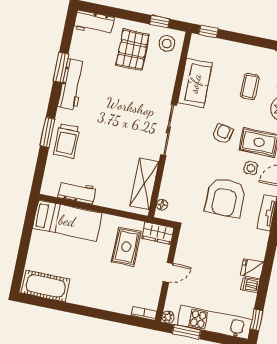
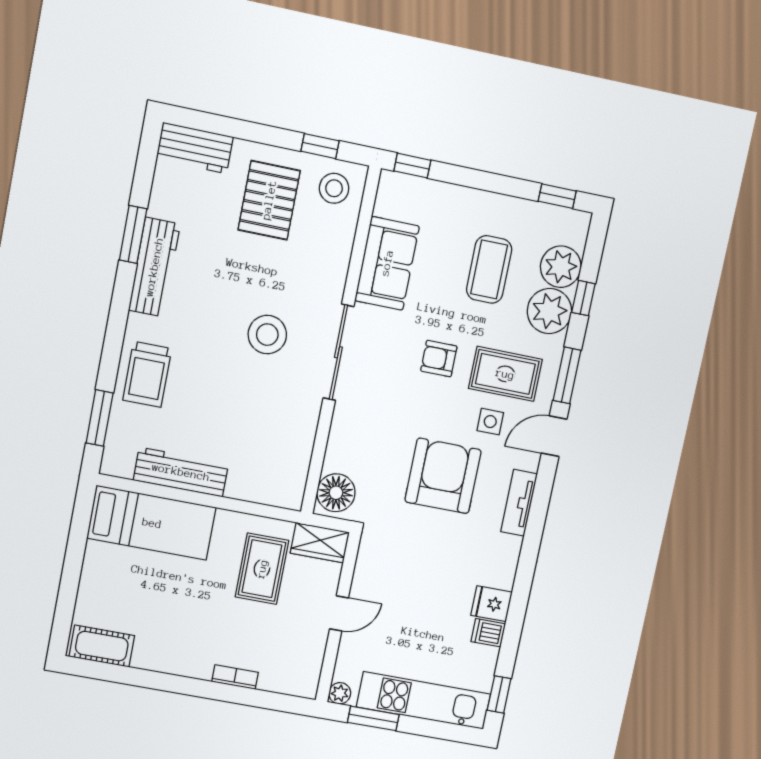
coffee table: (250, 86) -> (489, 269), width x1.36, depth x1.30
stool: (131, 120) -> (267, 335), added
window: (48, 132) -> (100, 418), moved
armchair: (223, 134) -> (439, 359), turned -100
shelving: (144, 184) -> (294, 453), removed
workbench: (77, 192) -> (181, 472), width x1.38
armchair: (225, 197) -> (443, 476), turned 180
floor lamp: (162, 205) -> (336, 493), width x1.89, depth x1.89
cot: (46, 286) -> (102, 646), width x0.73, depth x0.75
bookcase: (144, 313) -> (235, 677), moved

